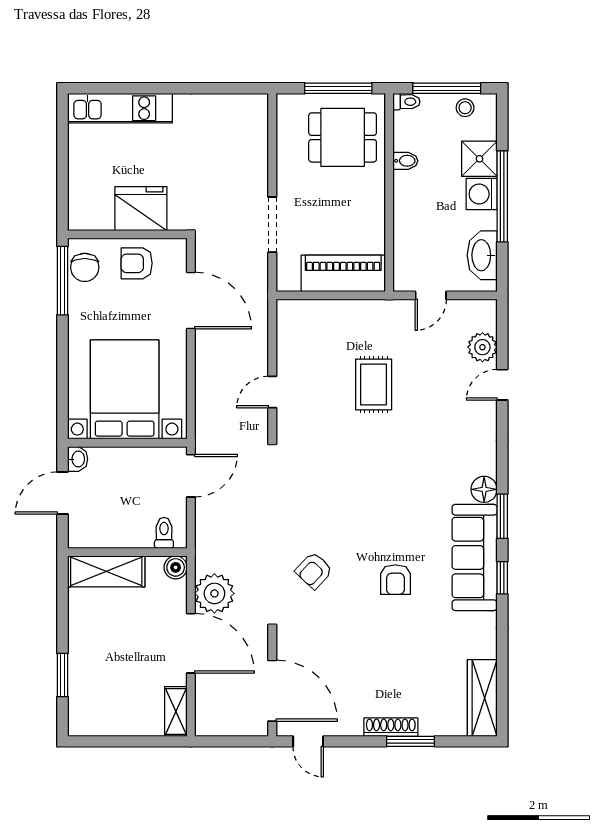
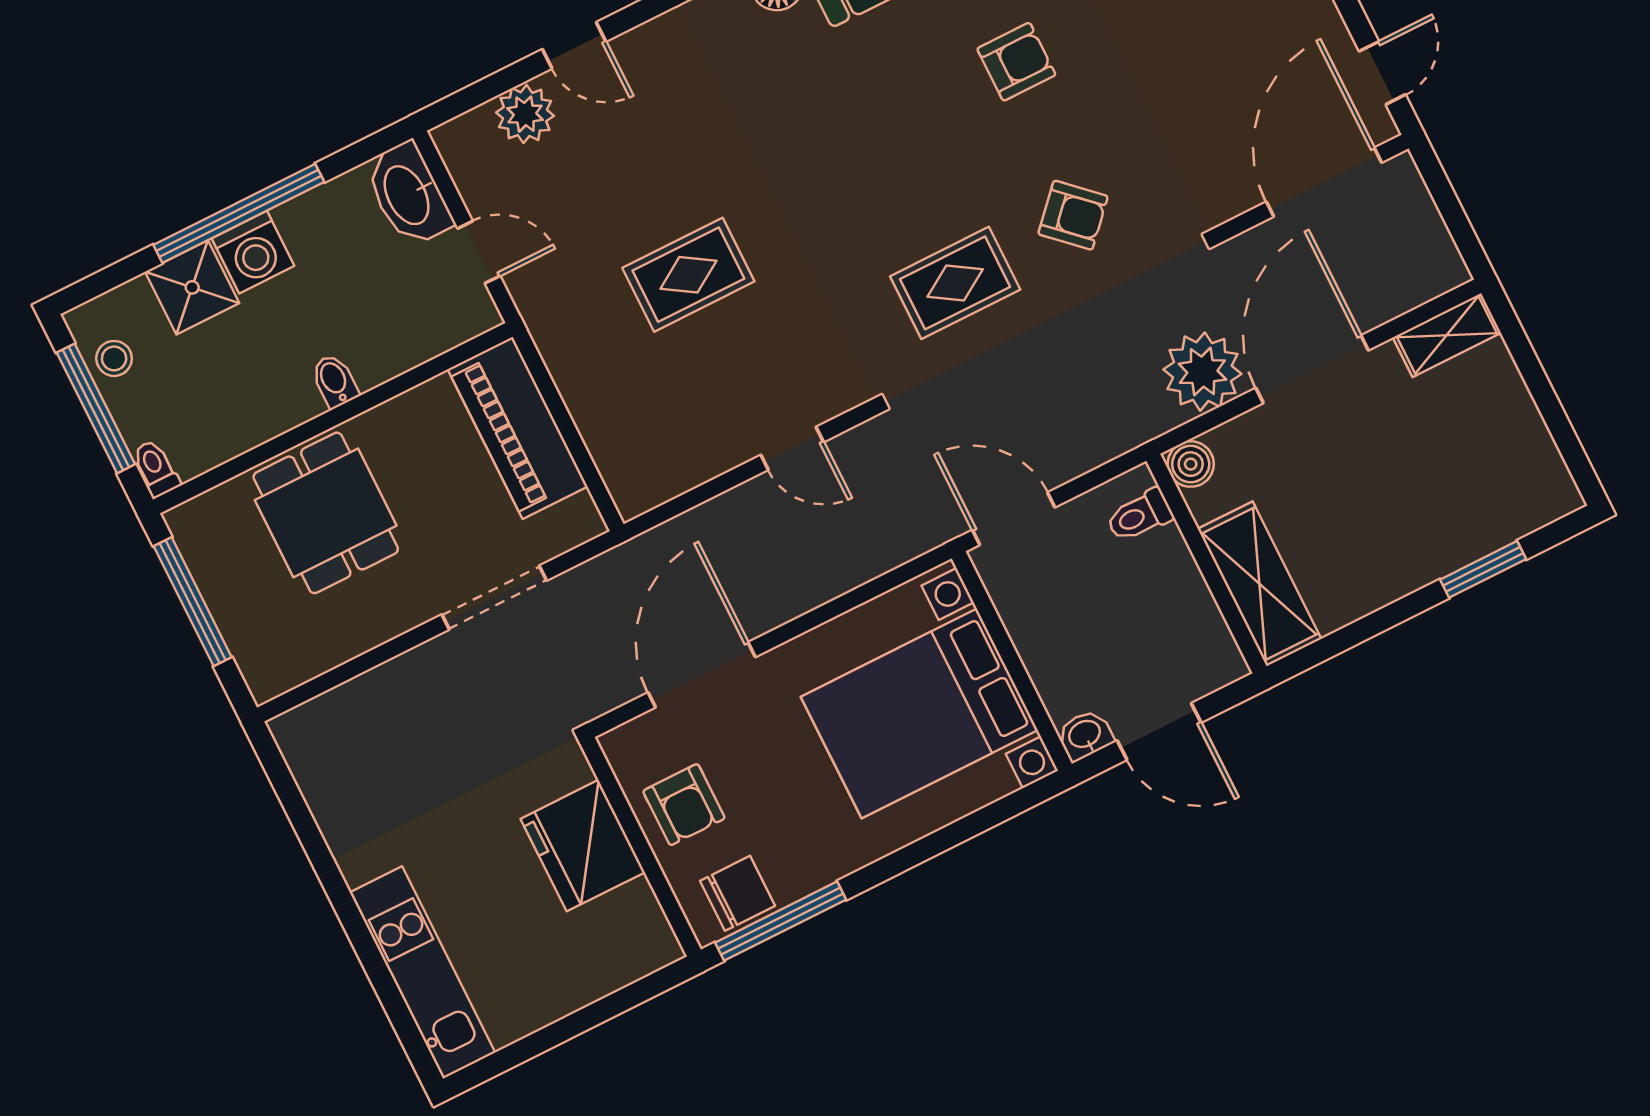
dining table: (343, 137) -> (326, 513), moved
bidet: (405, 161) -> (335, 381), moved
washbasin: (482, 255) -> (408, 194), moved, turned 90
rug: (310, 502) -> (955, 283), added

